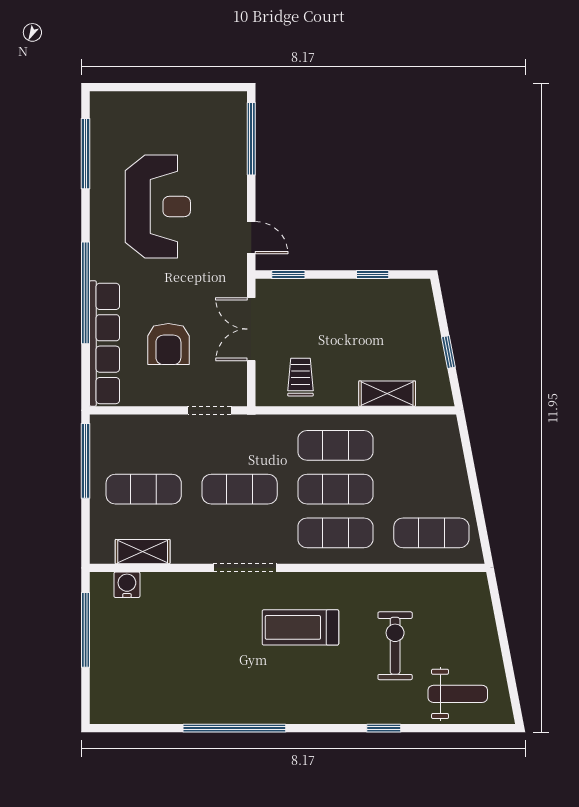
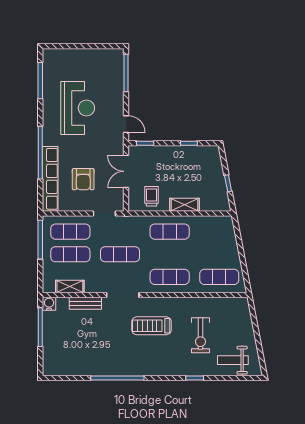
shelving: (387, 394) -> (185, 205), moved
exercise mat: (335, 489) -> (70, 232), moved
bench: (173, 584) -> (85, 303), added
water cooler: (127, 585) -> (49, 304), moved
exercise bike: (395, 646) -> (200, 335), turned 180
weight bench: (458, 694) -> (233, 360), turned 180

